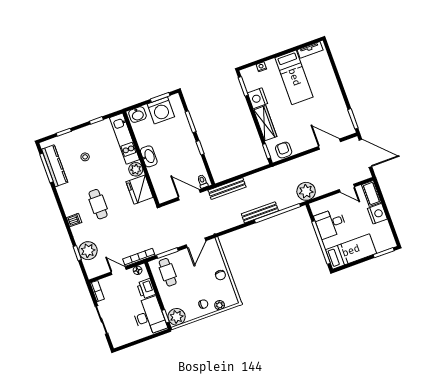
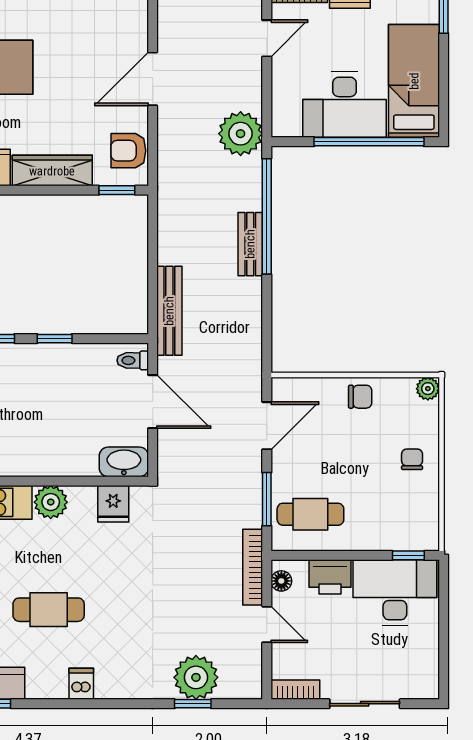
door: (329, 144) -> (153, 79), moved
washbasin: (149, 156) -> (124, 462), moved
fridge: (140, 190) -> (113, 504), width x0.53, depth x0.75
door: (189, 195) -> (153, 402), swing flipped
cafe table: (98, 204) -> (49, 610), moved
bench: (260, 212) -> (250, 244), width x0.73
dishwasher: (74, 220) -> (81, 684), moved
desk: (330, 223) -> (345, 105), width x1.37
door: (196, 243) -> (267, 426), hinge flipped
door: (119, 271) -> (267, 624), swing flipped
plant: (220, 305) -> (428, 389), moved
plant: (177, 317) -> (419, 531), removed

